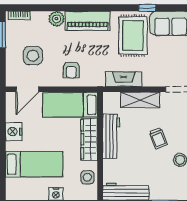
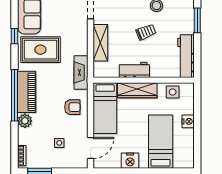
window: (84, 8) -> (15, 95), added
side table: (33, 56) -> (59, 143), width x0.54, depth x0.54
fireplace: (124, 79) -> (81, 72), moved
door: (27, 89) -> (91, 148), hinge flipped
workbench: (111, 136) -> (134, 70), width x0.73
trolley: (158, 138) -> (146, 32), moved

